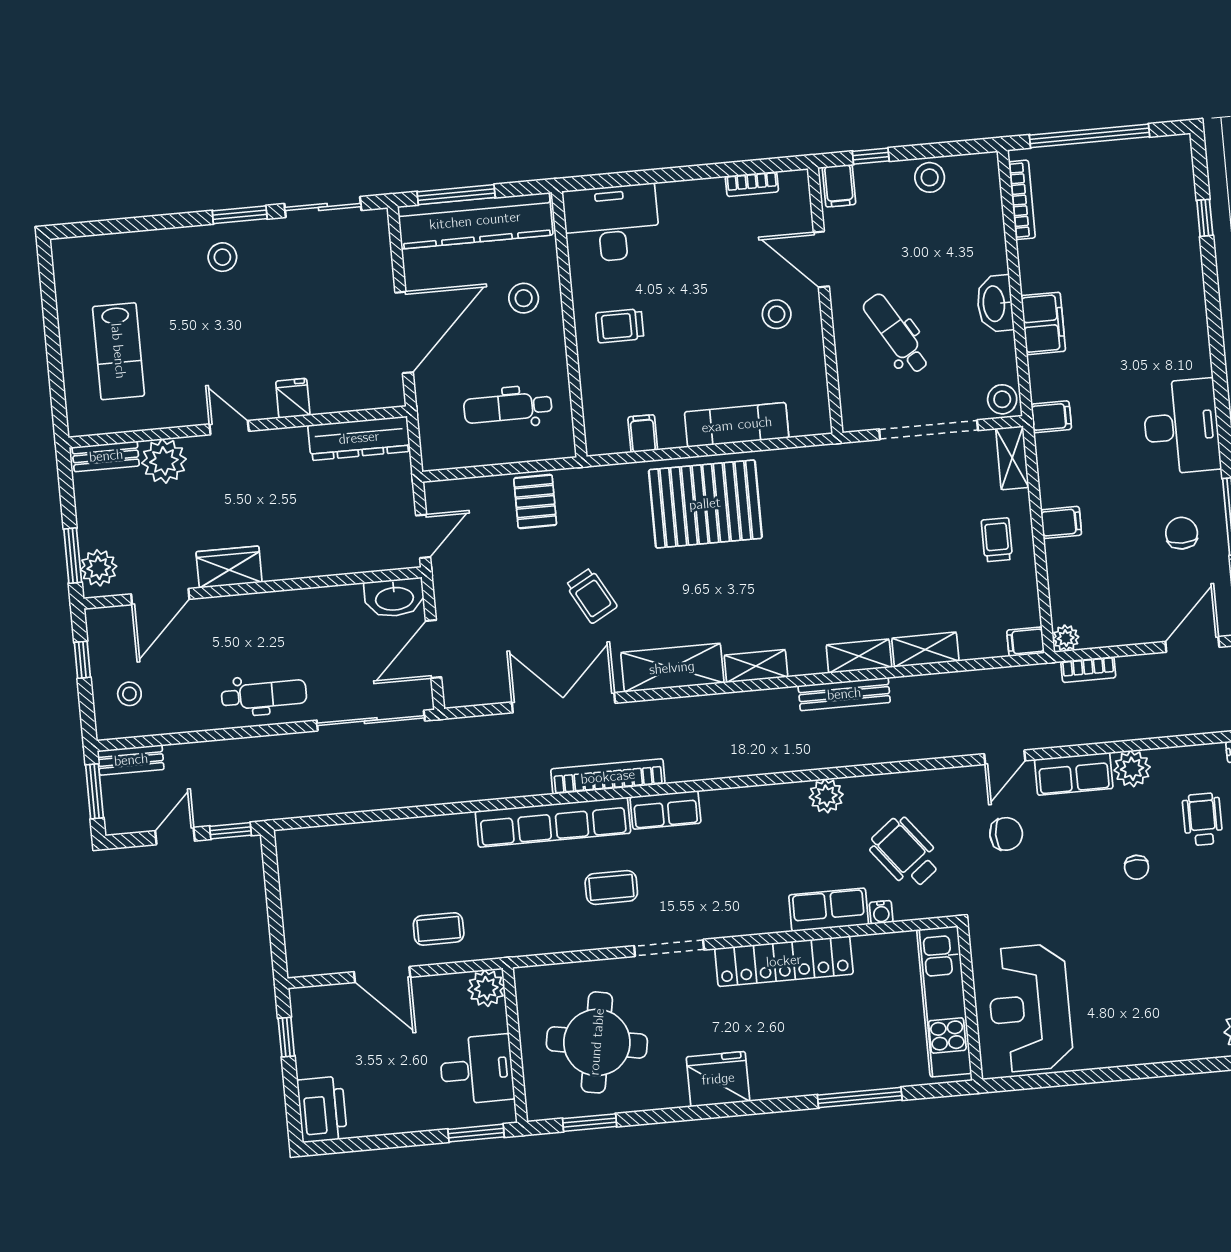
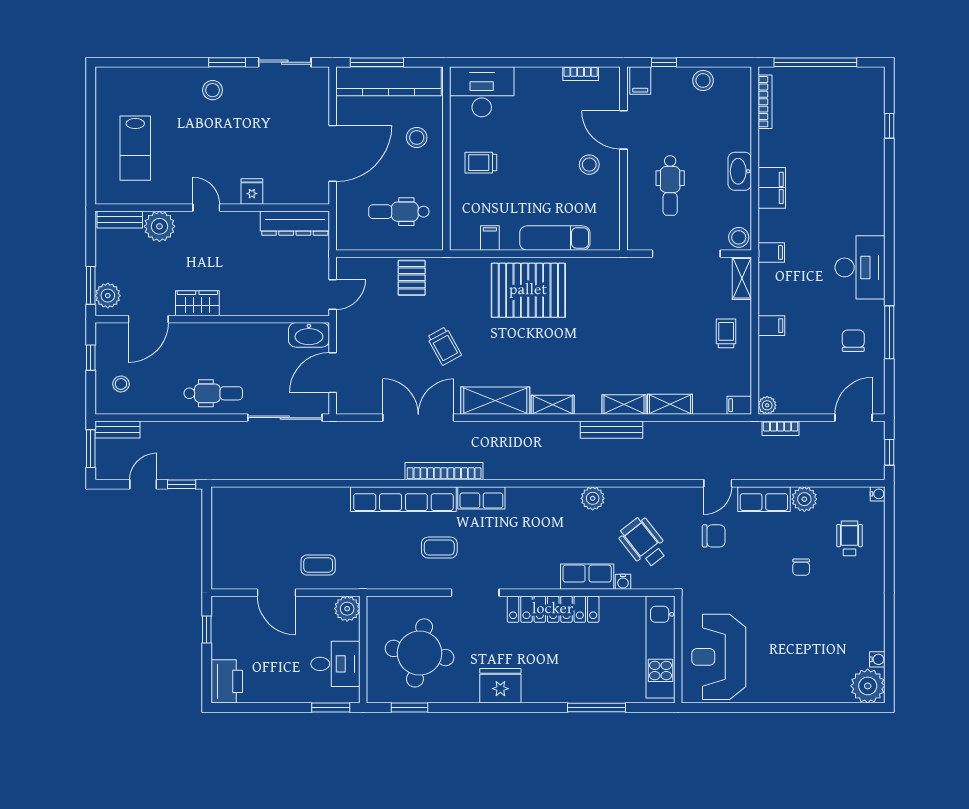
dental chair: (896, 334) -> (670, 186), turned -149

